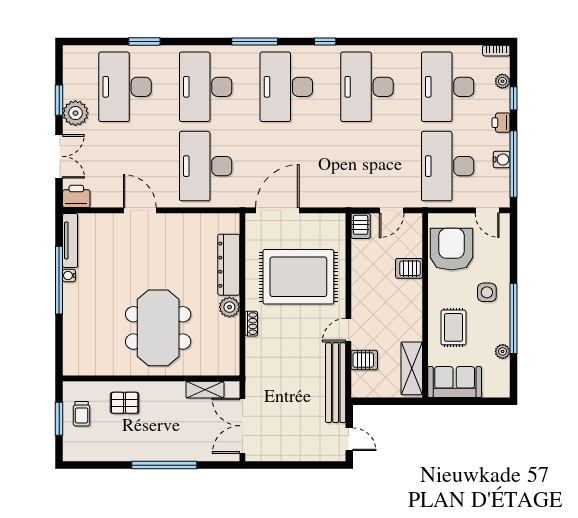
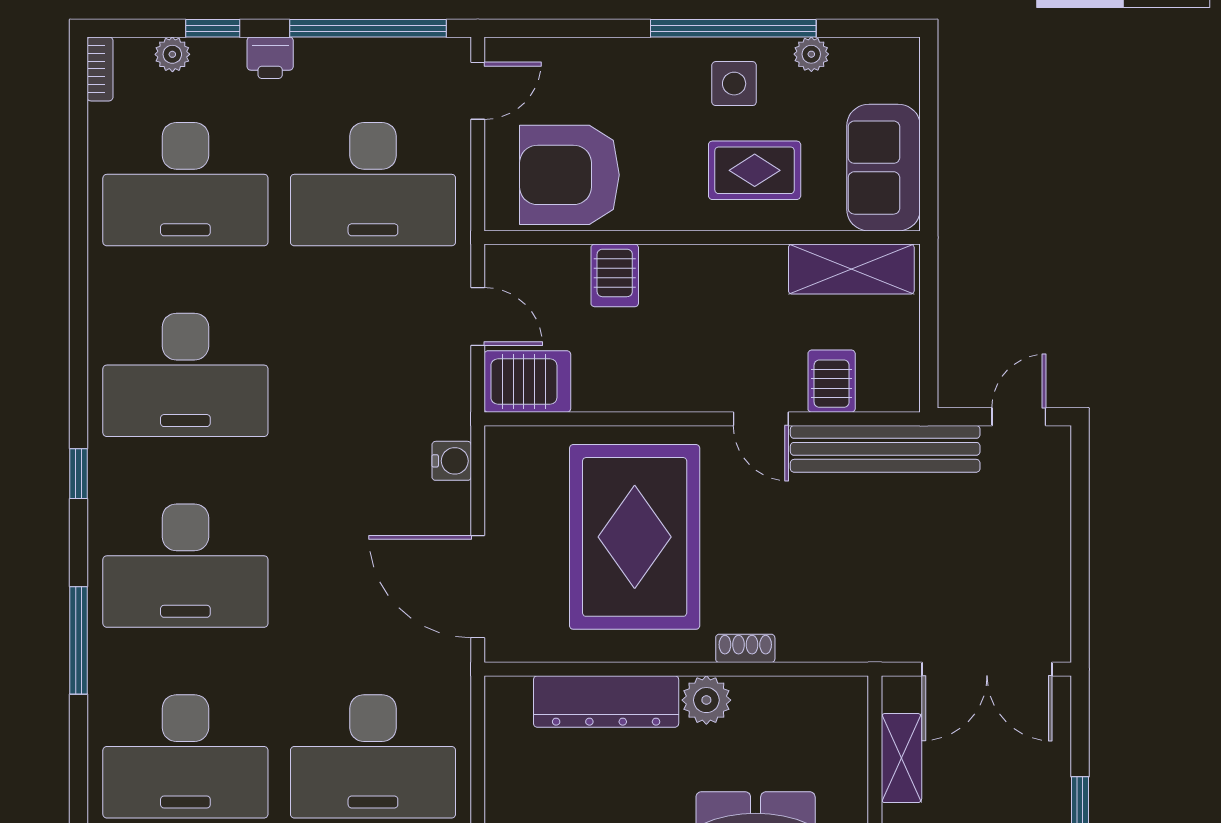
water cooler: (502, 159) -> (452, 461), moved, turned 90
server rack: (361, 226) -> (527, 382), width x1.36, depth x1.44
side table: (487, 292) -> (734, 84), moved

